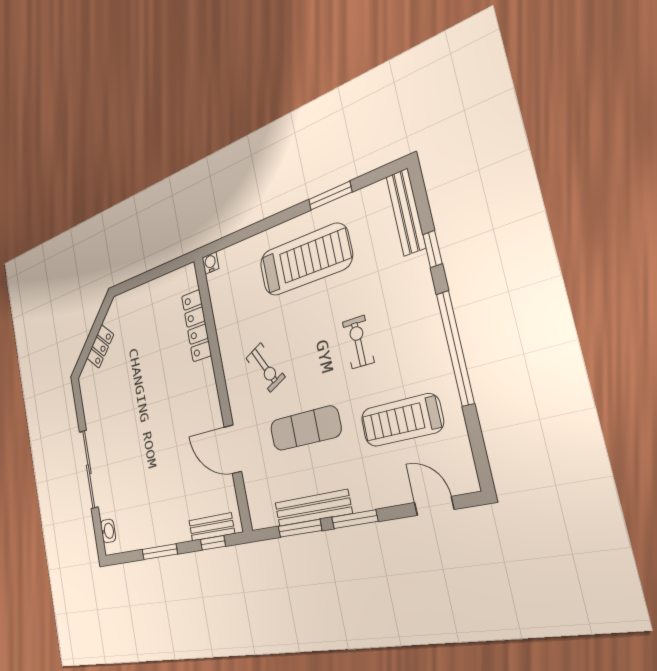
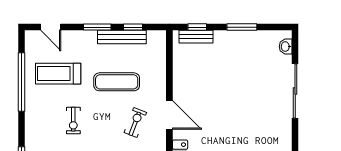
window: (455, 348) -> (22, 82), moved
exercise bike: (265, 367) -> (135, 123), turned 48
treadmill: (402, 420) -> (58, 74), turned 180
door: (233, 449) -> (169, 115), moved
window: (300, 528) -> (133, 27), width x0.67

